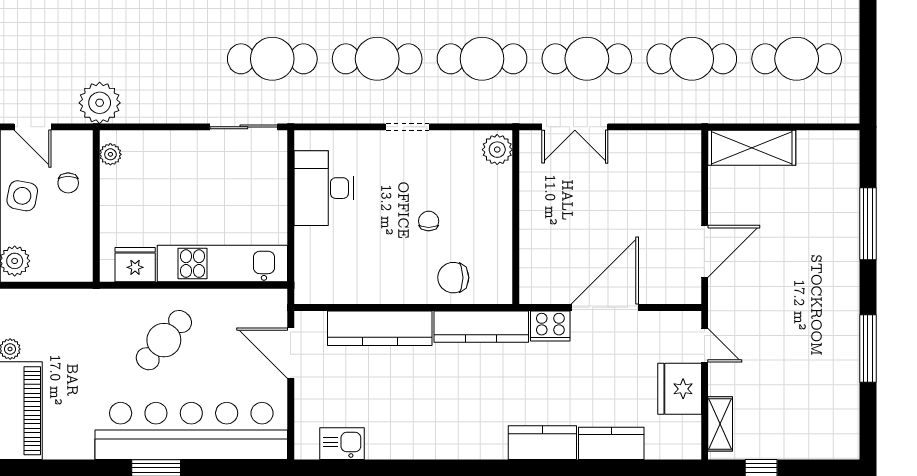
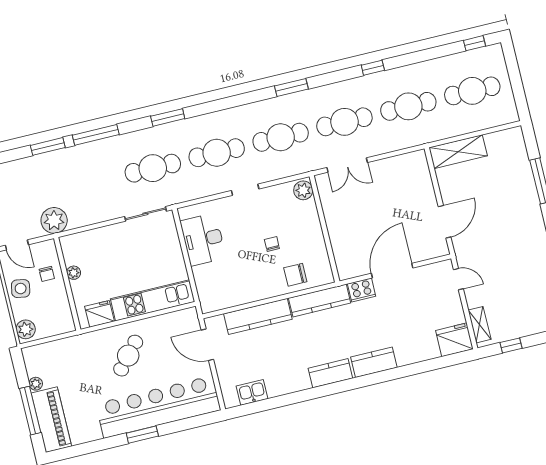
plant: (110, 154) -> (74, 273), moved
fridge: (680, 389) -> (454, 340), moved, turned 90
kitchen counter: (611, 443) -> (330, 373), moved

